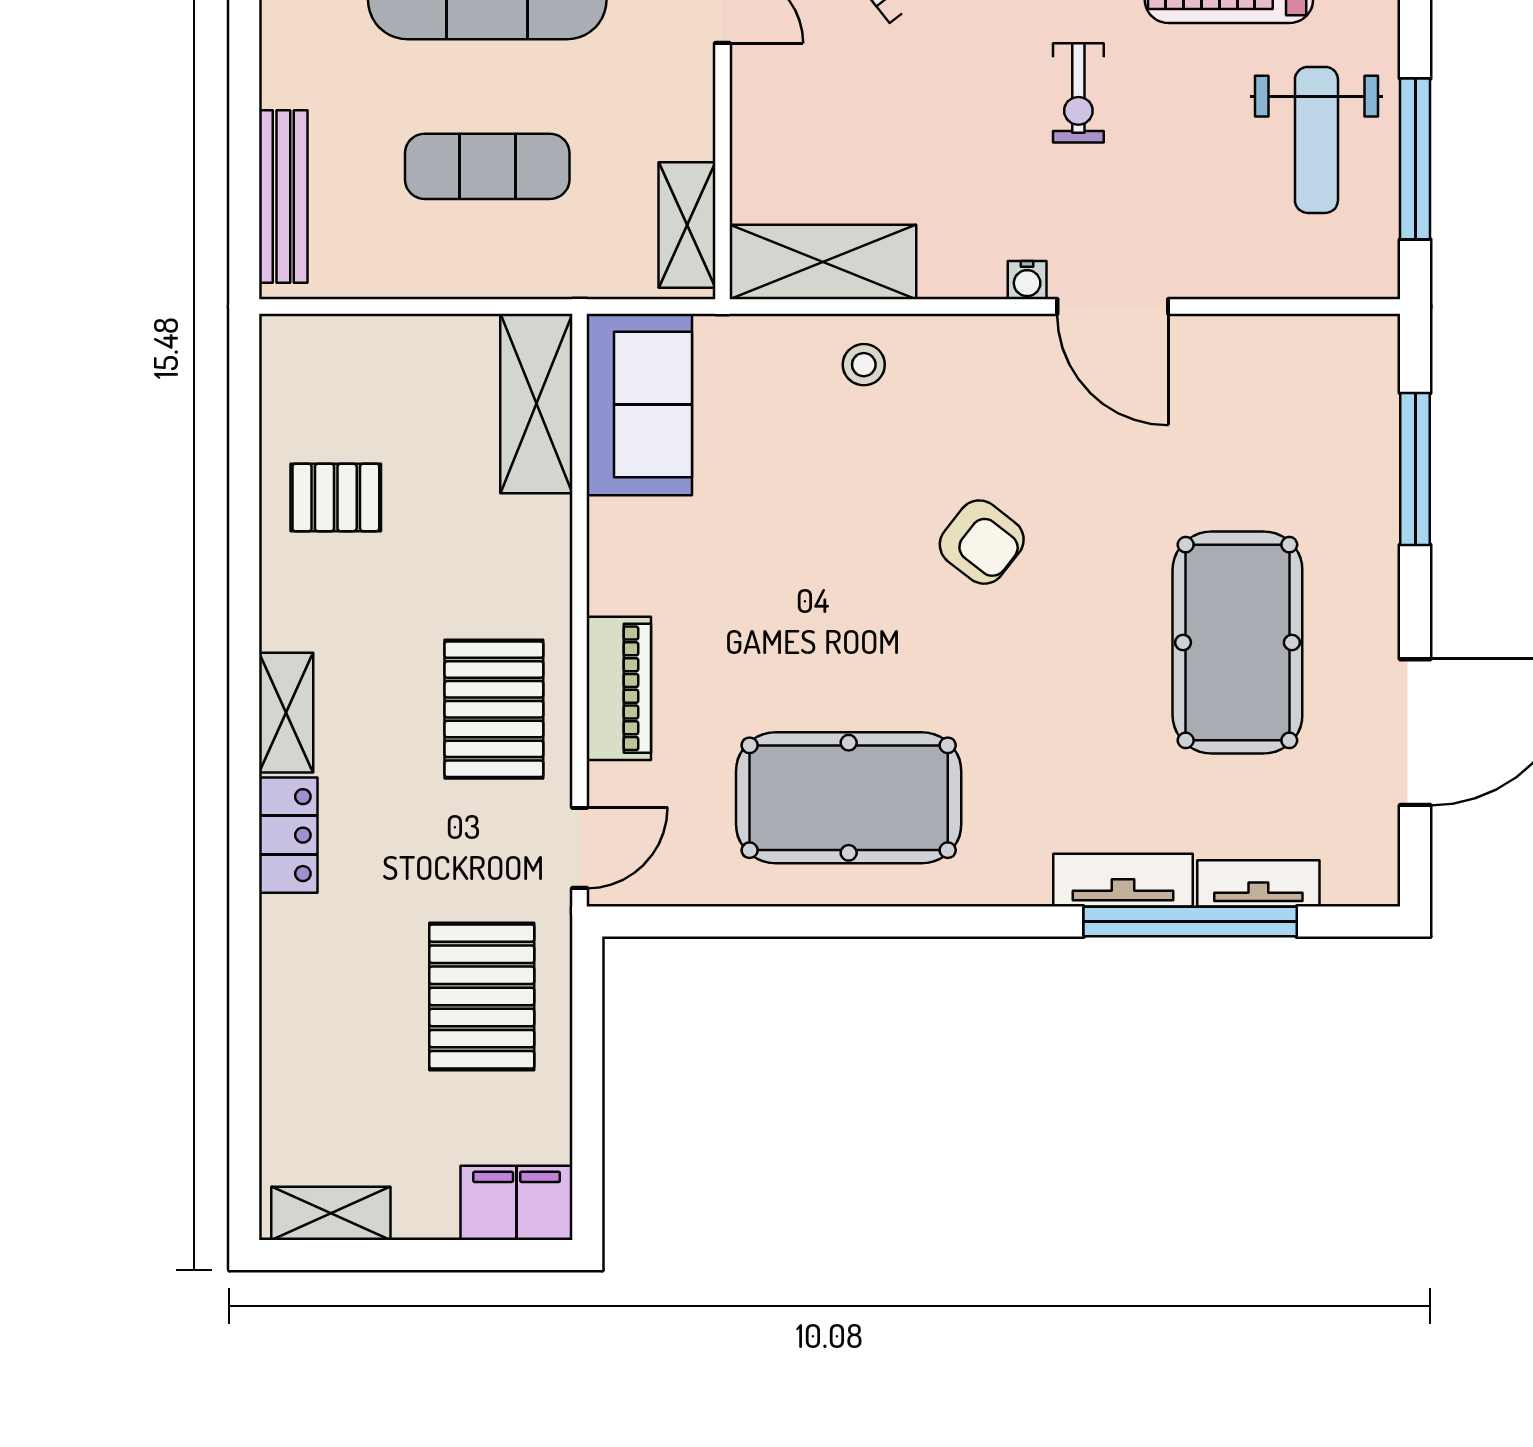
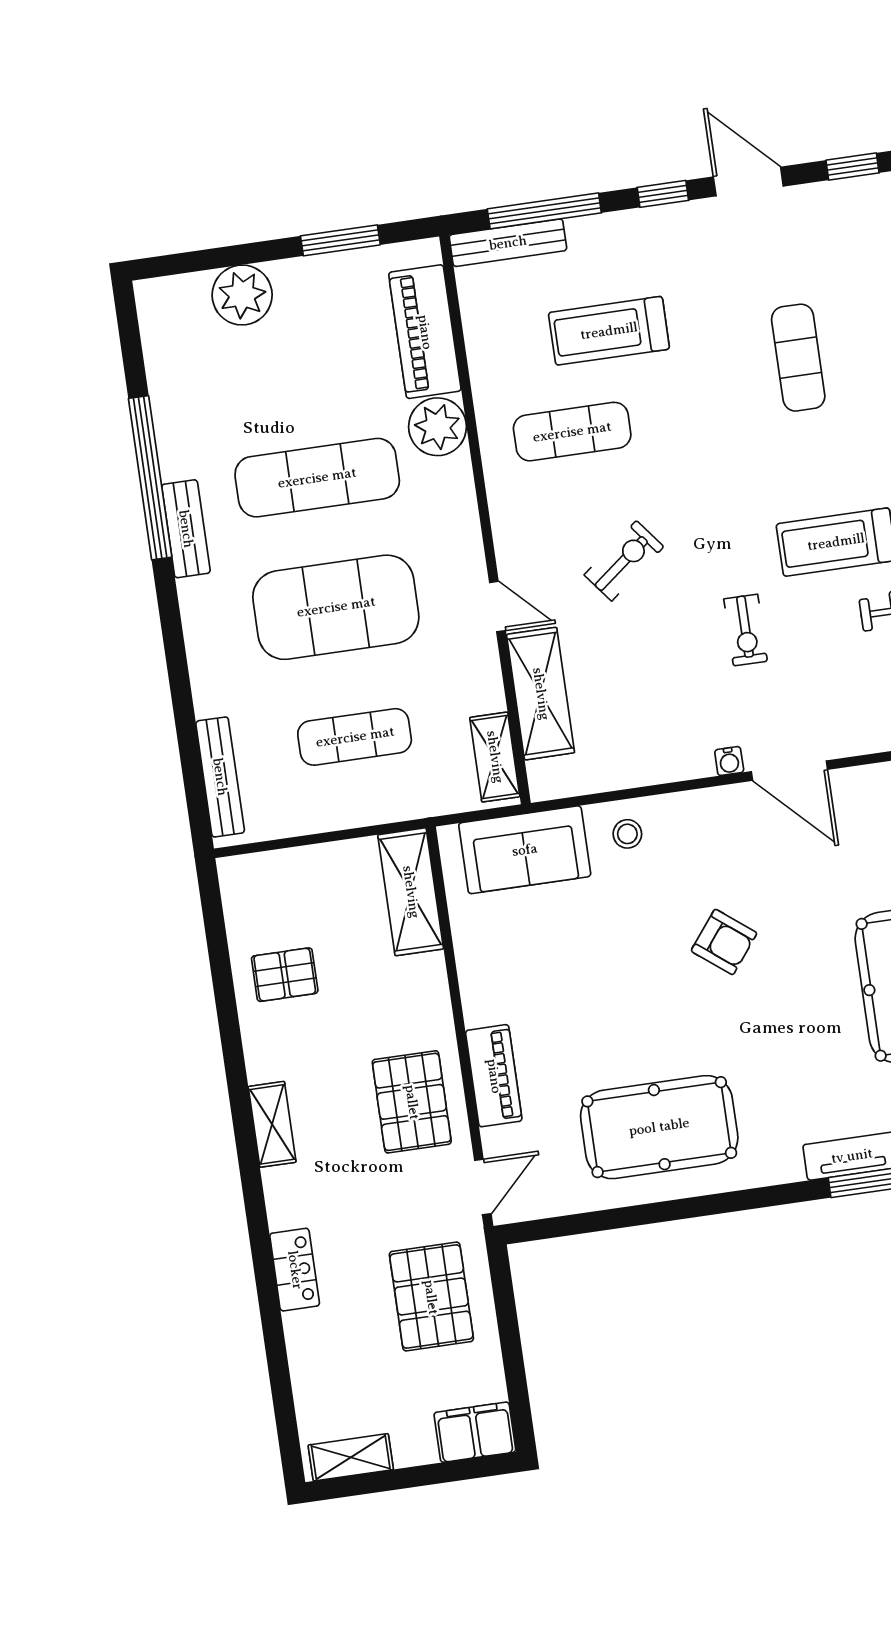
shelving: (823, 262) -> (541, 694), moved, turned 90
sofa: (639, 405) -> (525, 850), moved, turned 90
locker: (288, 835) -> (295, 1270), moved

